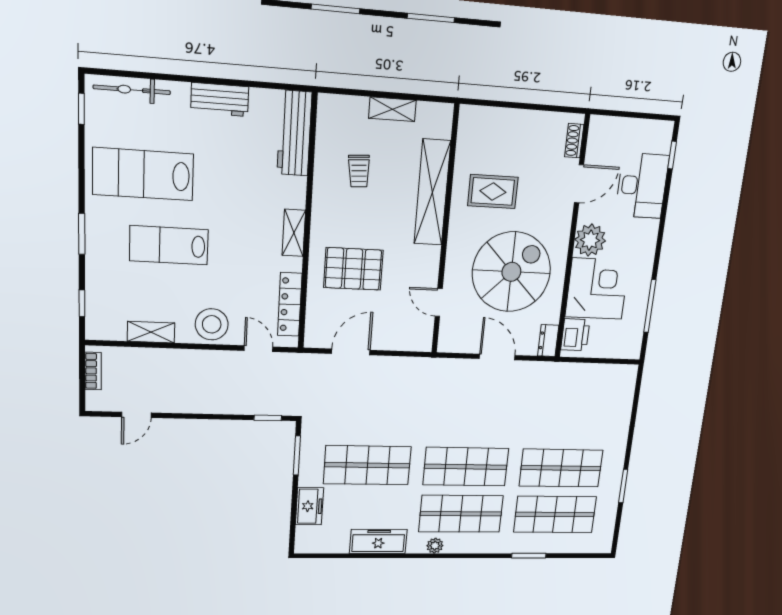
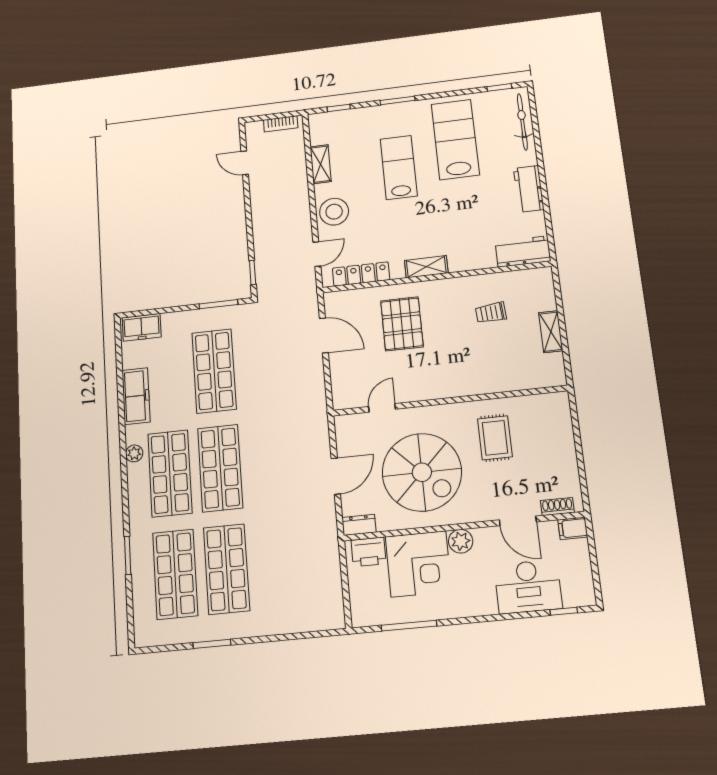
filing cabinet: (598, 129) -> (573, 528), added
workbench: (294, 133) -> (523, 252), width x0.73
shelving: (432, 192) -> (484, 381), removed
plant: (590, 240) -> (461, 541), width x0.73, depth x0.73
freezer: (309, 506) -> (142, 327), moved

